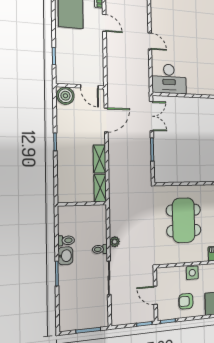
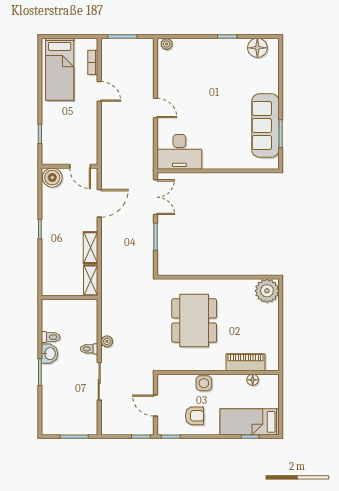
armchair: (186, 301) -> (195, 416), turned 180

